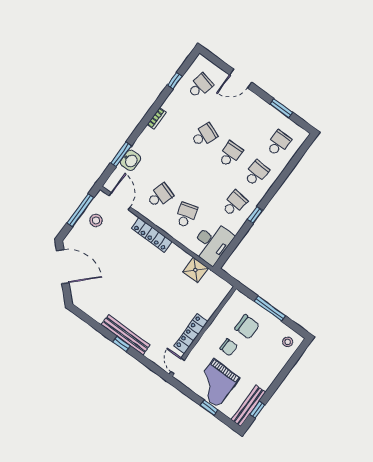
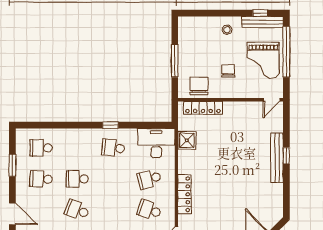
school desk: (256, 173) -> (41, 179), moved
chair: (247, 327) -> (199, 86), moved
locker: (191, 334) -> (203, 108), moved
stool: (288, 342) -> (227, 30), moved
grand piano: (216, 383) -> (263, 60), turned 90
window: (209, 408) -> (286, 52), width x3.17

